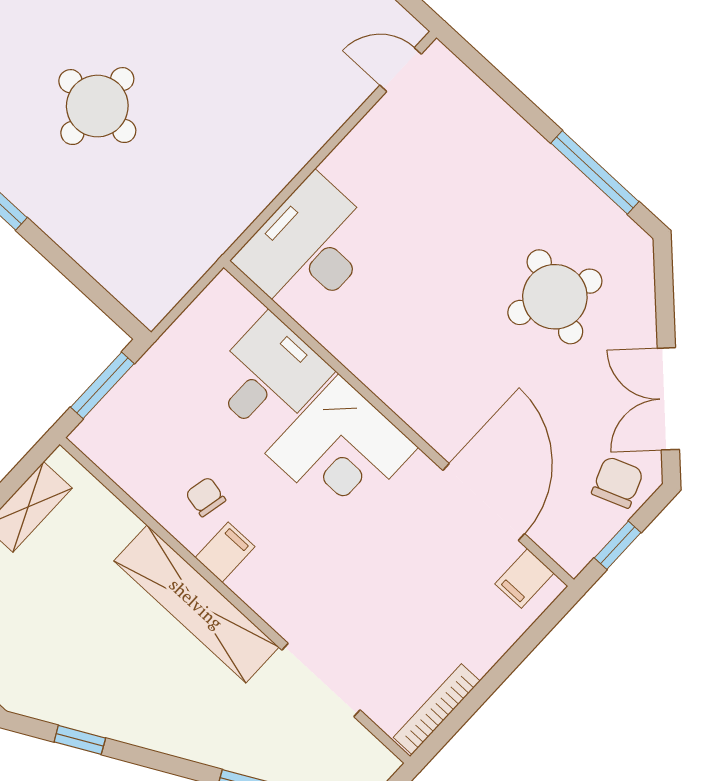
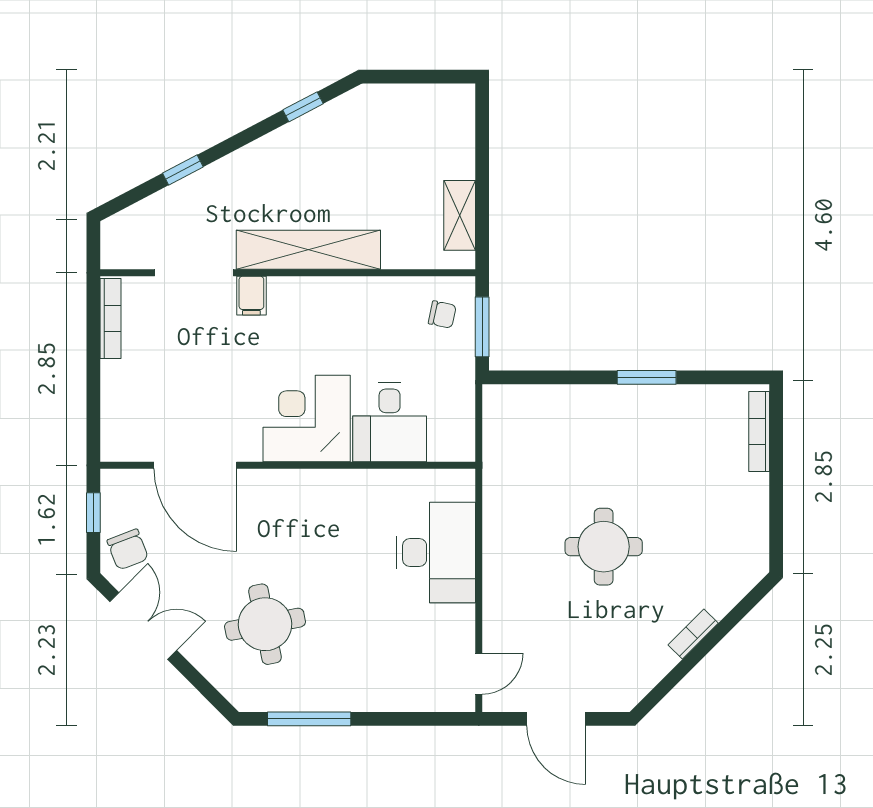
round table: (97, 106) -> (604, 547), moved
desk: (308, 248) -> (436, 552), moved
round table: (555, 297) -> (265, 624), turned -34
chair: (206, 497) -> (442, 314), moved
filing cabinet: (225, 552) -> (251, 296), moved
filing cabinet: (524, 578) -> (130, 443), removed

